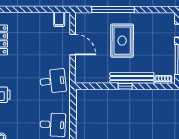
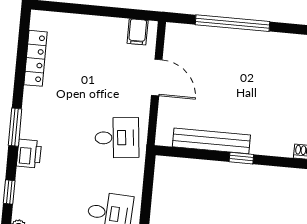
rug: (122, 41) -> (243, 79), removed
bench: (132, 78) -> (211, 141), moved

